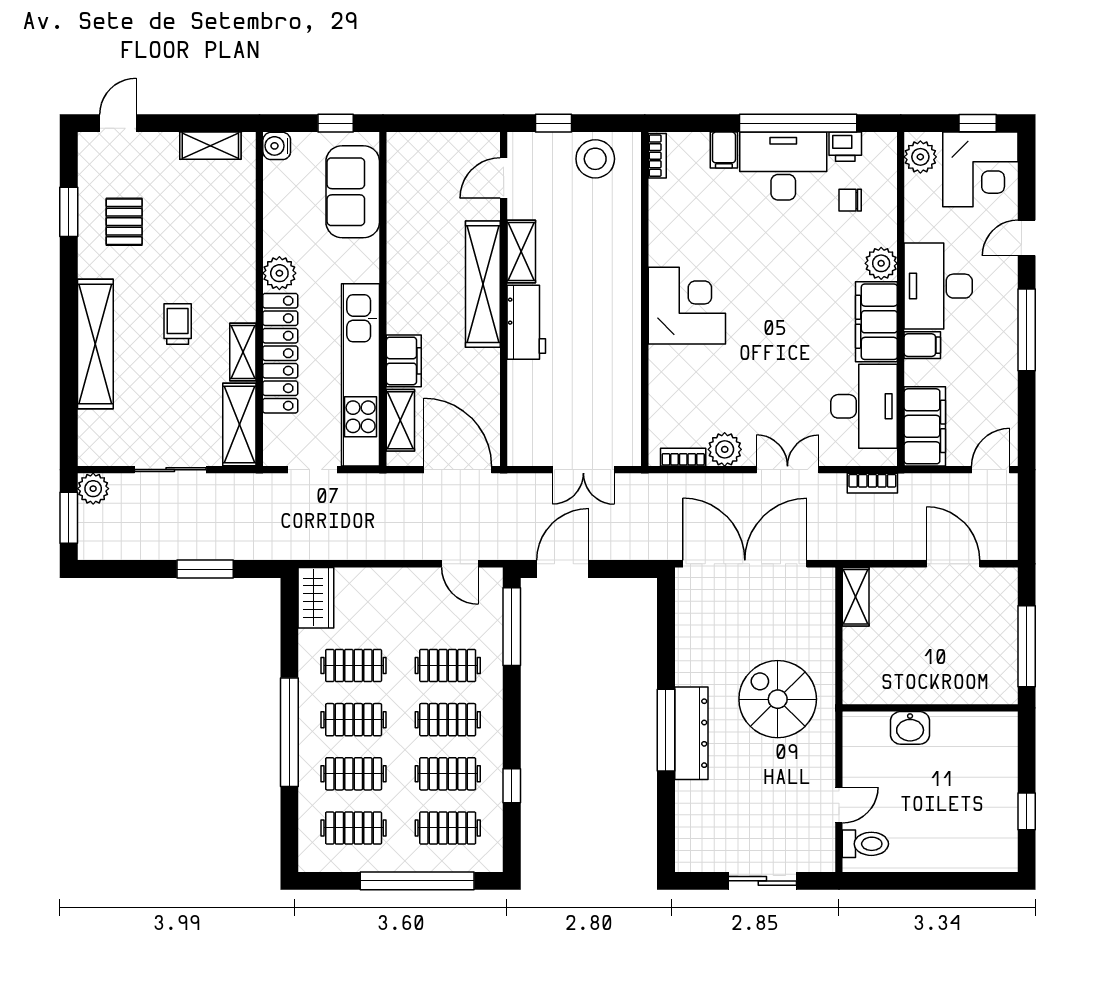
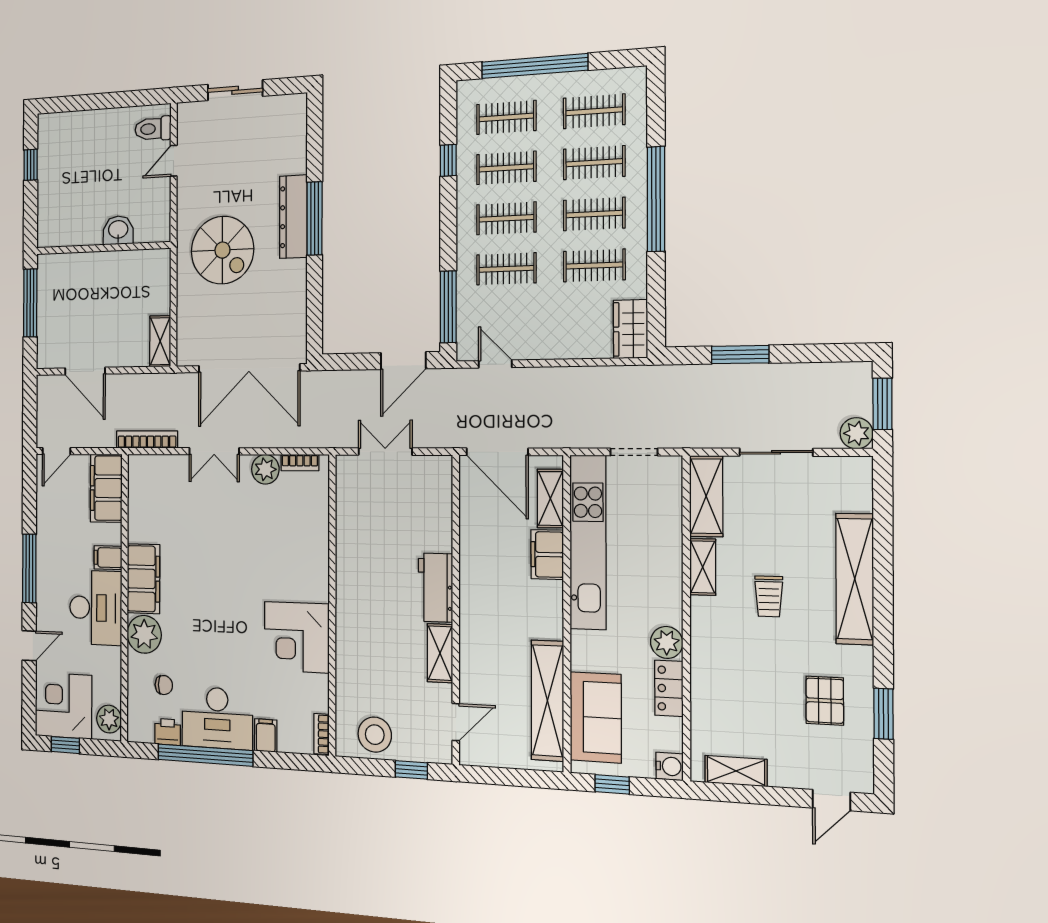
plant: (881, 263) -> (144, 634), width x1.36, depth x1.36
shelving: (483, 284) -> (547, 701), moved
corner desk: (687, 306) -> (297, 637), moved
locker: (280, 353) -> (669, 688), moved, width x0.46, depth x0.83
desk: (864, 406) -> (153, 506), removed
bookcase: (872, 483) -> (147, 439), width x1.56

